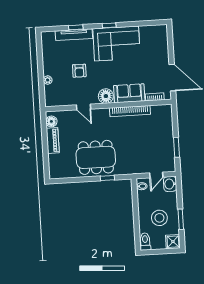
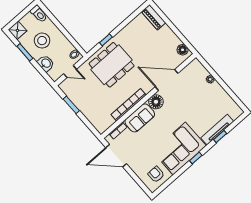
armchair: (79, 71) -> (156, 174), moved
door: (83, 107) -> (167, 80), width x1.88
piano: (53, 141) -> (154, 17), moved
dining table: (96, 157) -> (112, 65), moved
door: (156, 175) -> (70, 71), swing flipped
washbasin: (170, 184) -> (46, 63), moved

